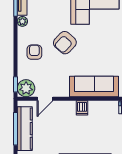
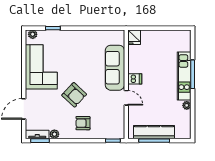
plant: (26, 88) -> (116, 131), removed
door: (45, 99) -> (126, 98), moved

